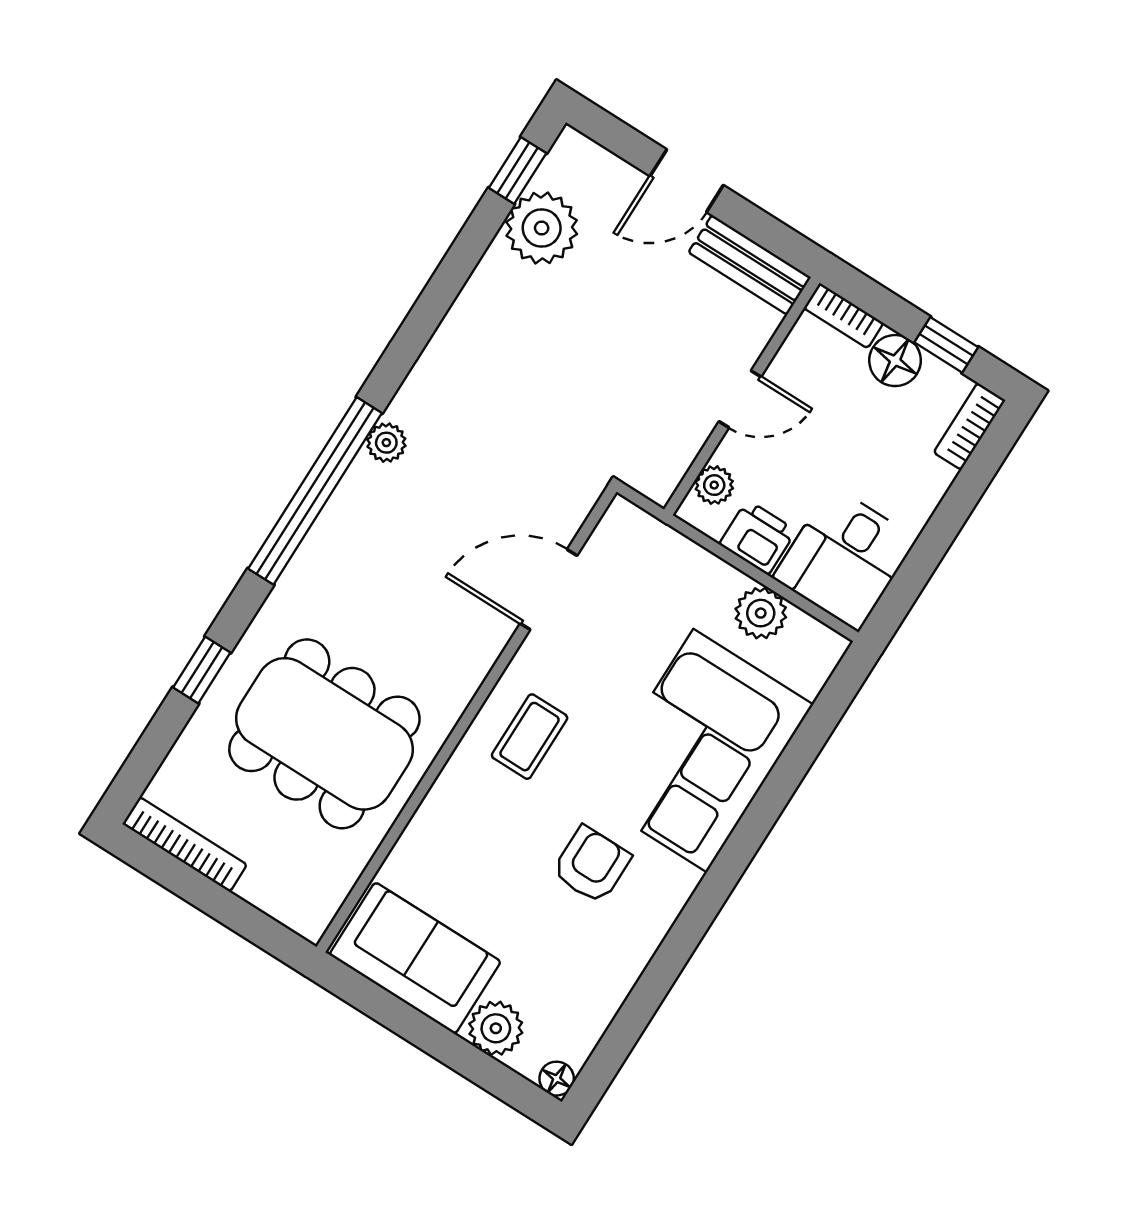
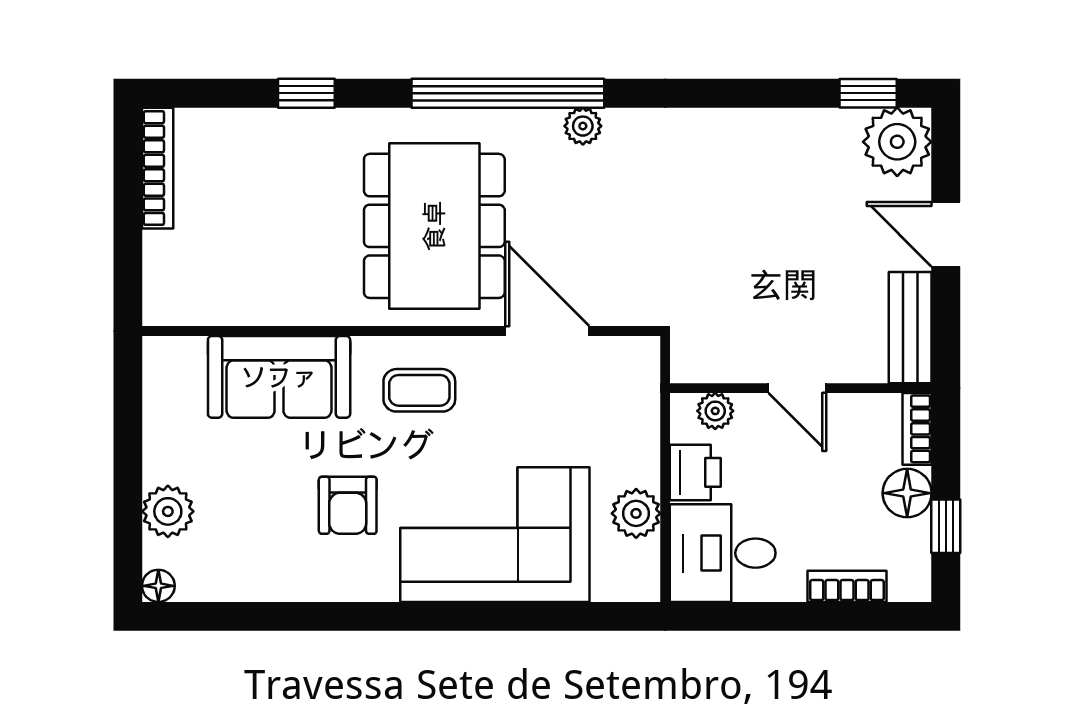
plant: (542, 228) -> (897, 142), moved
bookcase: (970, 426) -> (847, 586), moved
dining table: (324, 734) -> (434, 226), moved
armchair: (591, 865) -> (348, 505), turned 90
sofa: (415, 958) -> (279, 377), moved, turned 90

